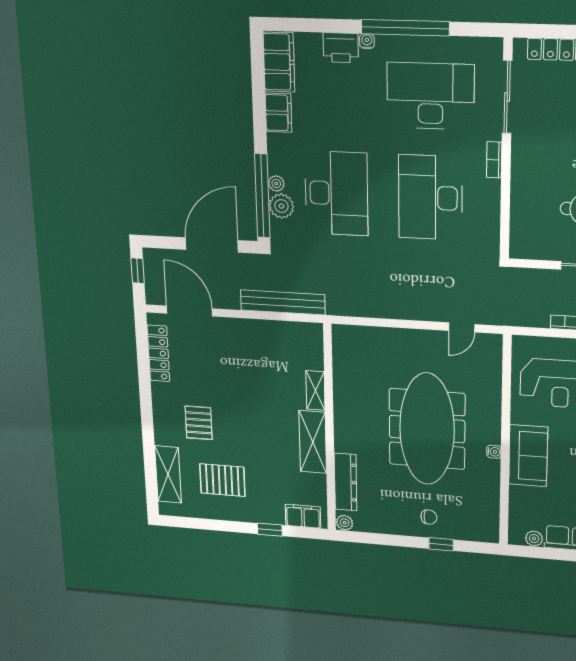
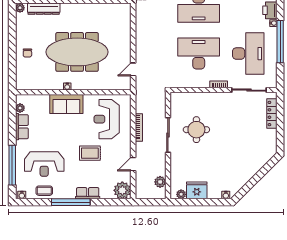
door: (462, 327) -> (133, 69), hinge flipped
window: (441, 544) -> (12, 59), removed

